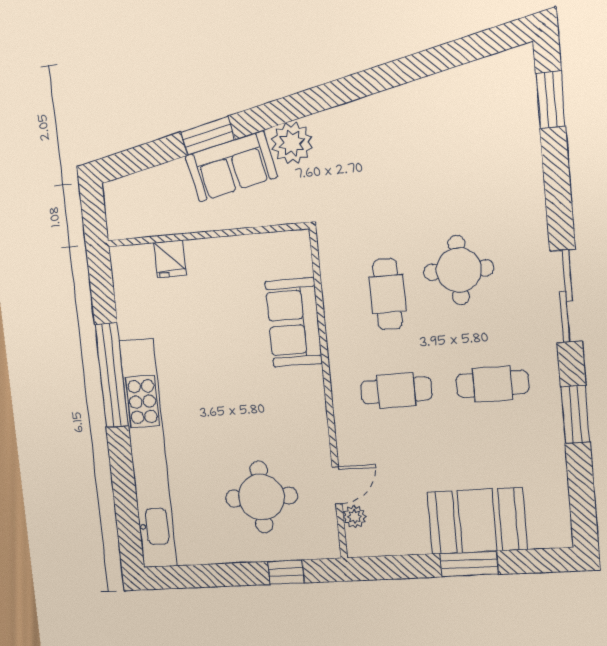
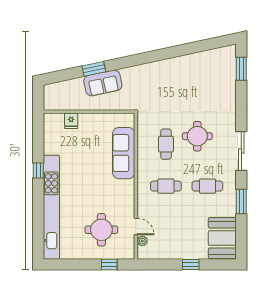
plant: (292, 143) -> (131, 76), removed
sofa: (294, 322) -> (124, 153), width x1.36
window: (112, 375) -> (38, 170), width x0.32
door: (337, 485) -> (136, 226), hinge flipped
booth: (477, 521) -> (222, 238), moved, turned 90
window: (469, 564) -> (191, 264), width x0.67

